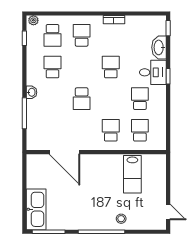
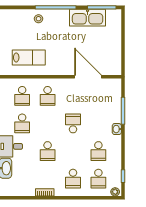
school desk: (53, 35) -> (98, 179), turned 180
lab bench: (132, 174) -> (29, 57), turned 90
kitchen sink: (36, 209) -> (88, 18), moved, turned -90

